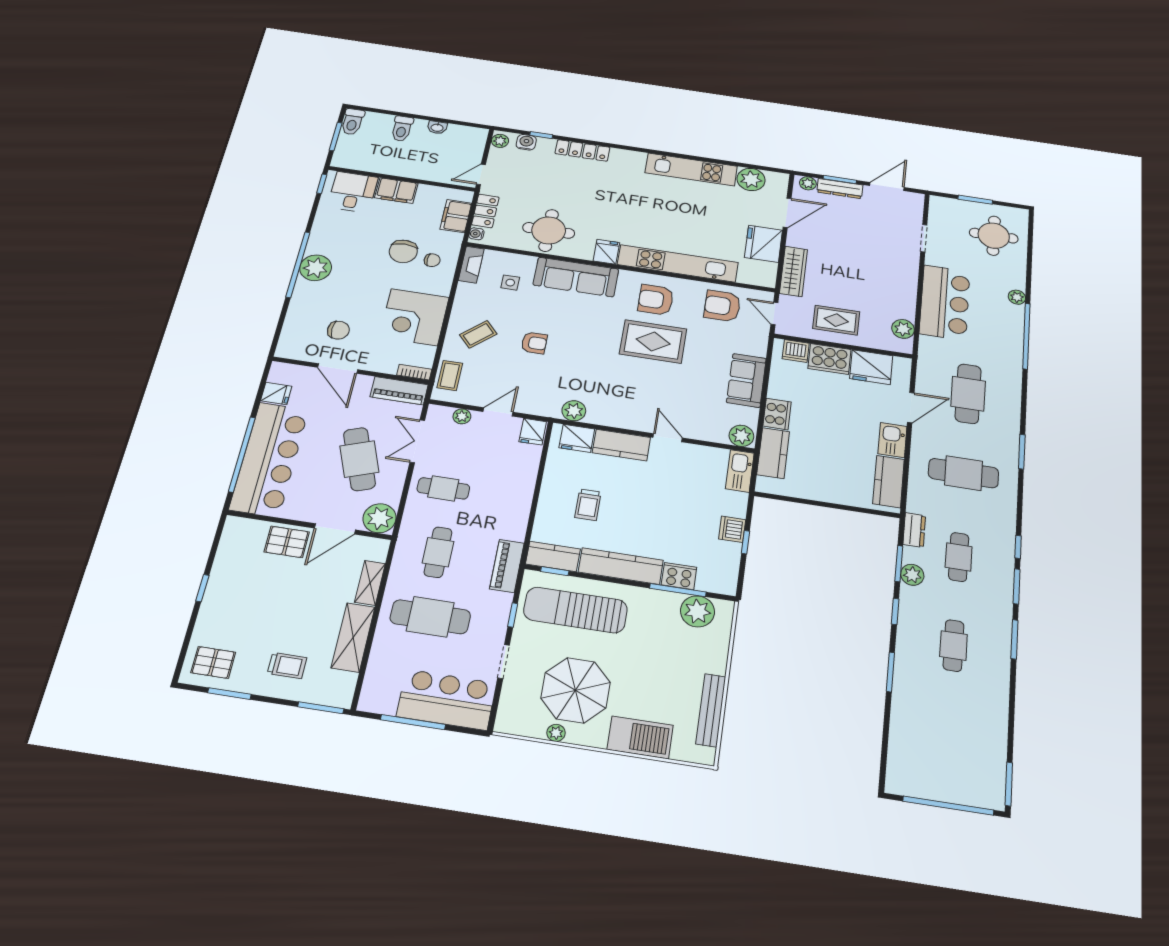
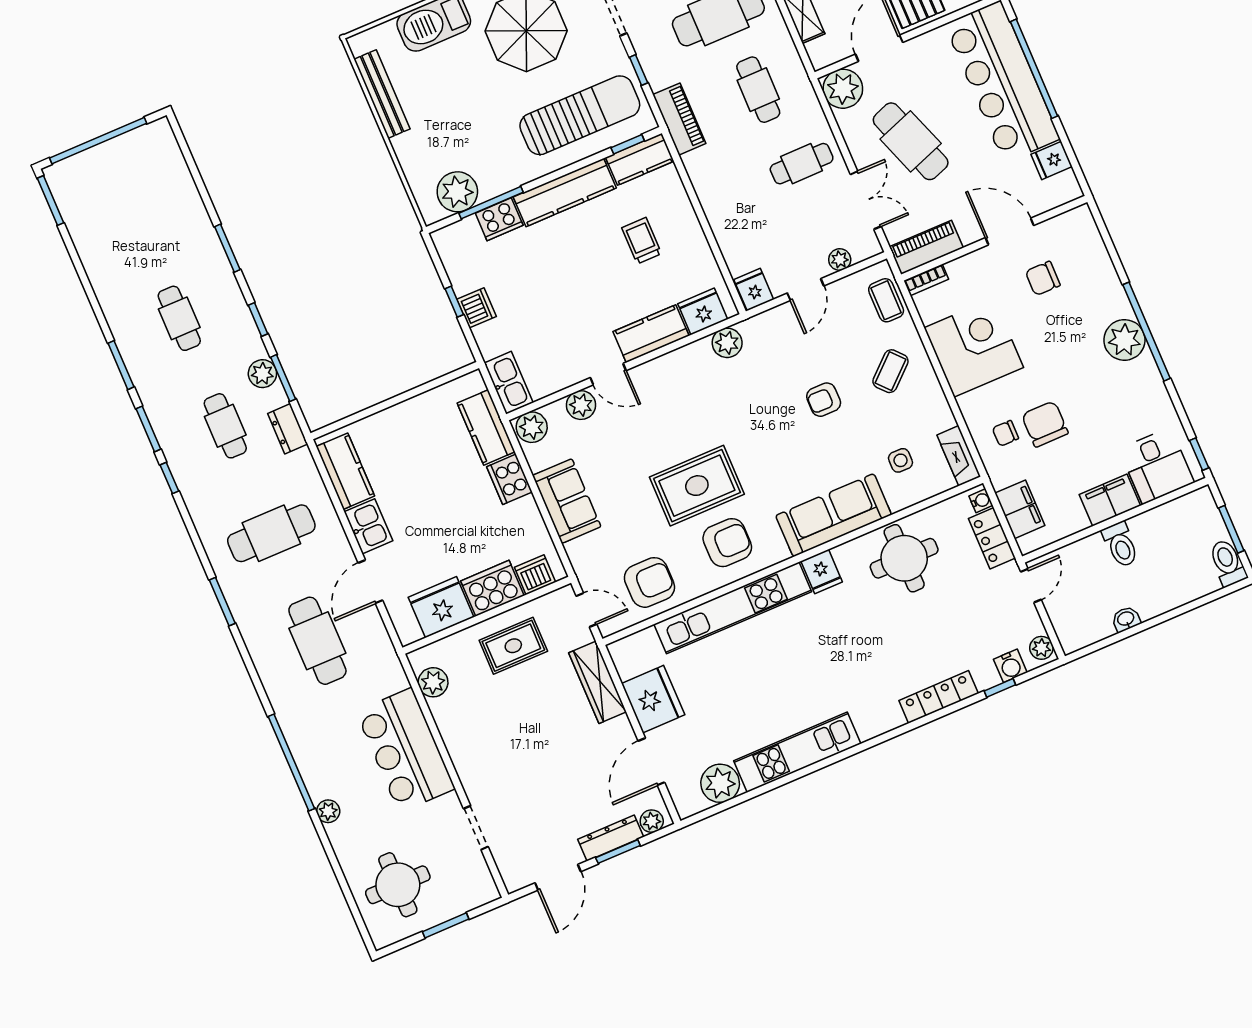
toilet: (402, 129) -> (1121, 545), moved, turned 180
plant: (699, 430) -> (581, 405), added

